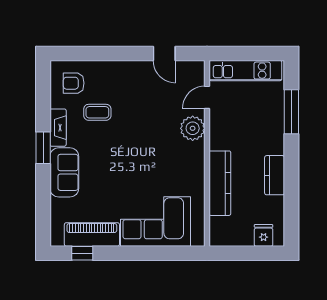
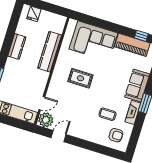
door: (164, 53) -> (59, 136), hinge flipped
plant: (193, 128) -> (46, 120), moved
rug: (158, 156) -> (80, 78), added

